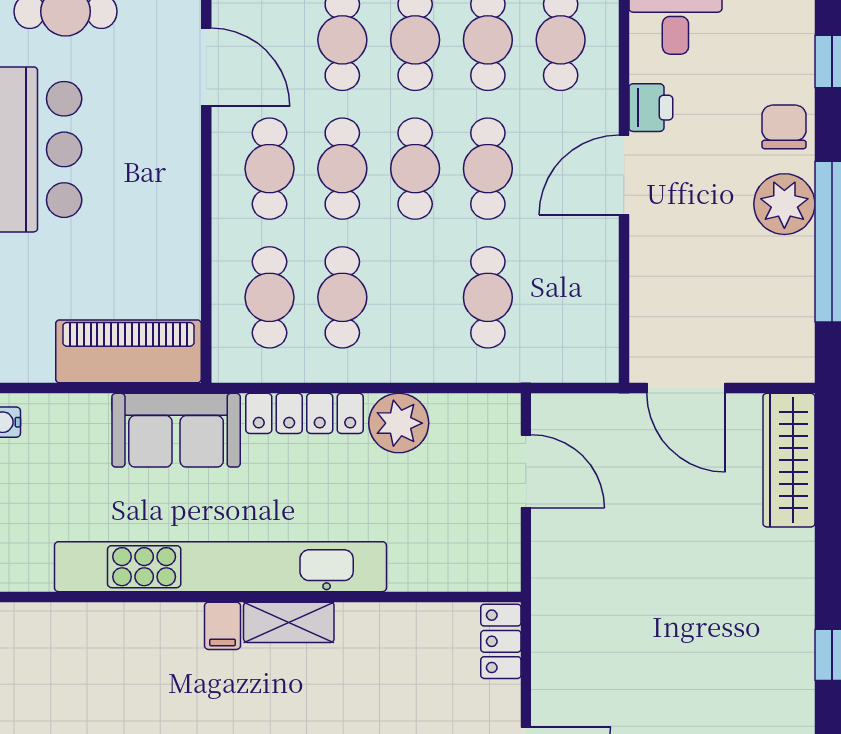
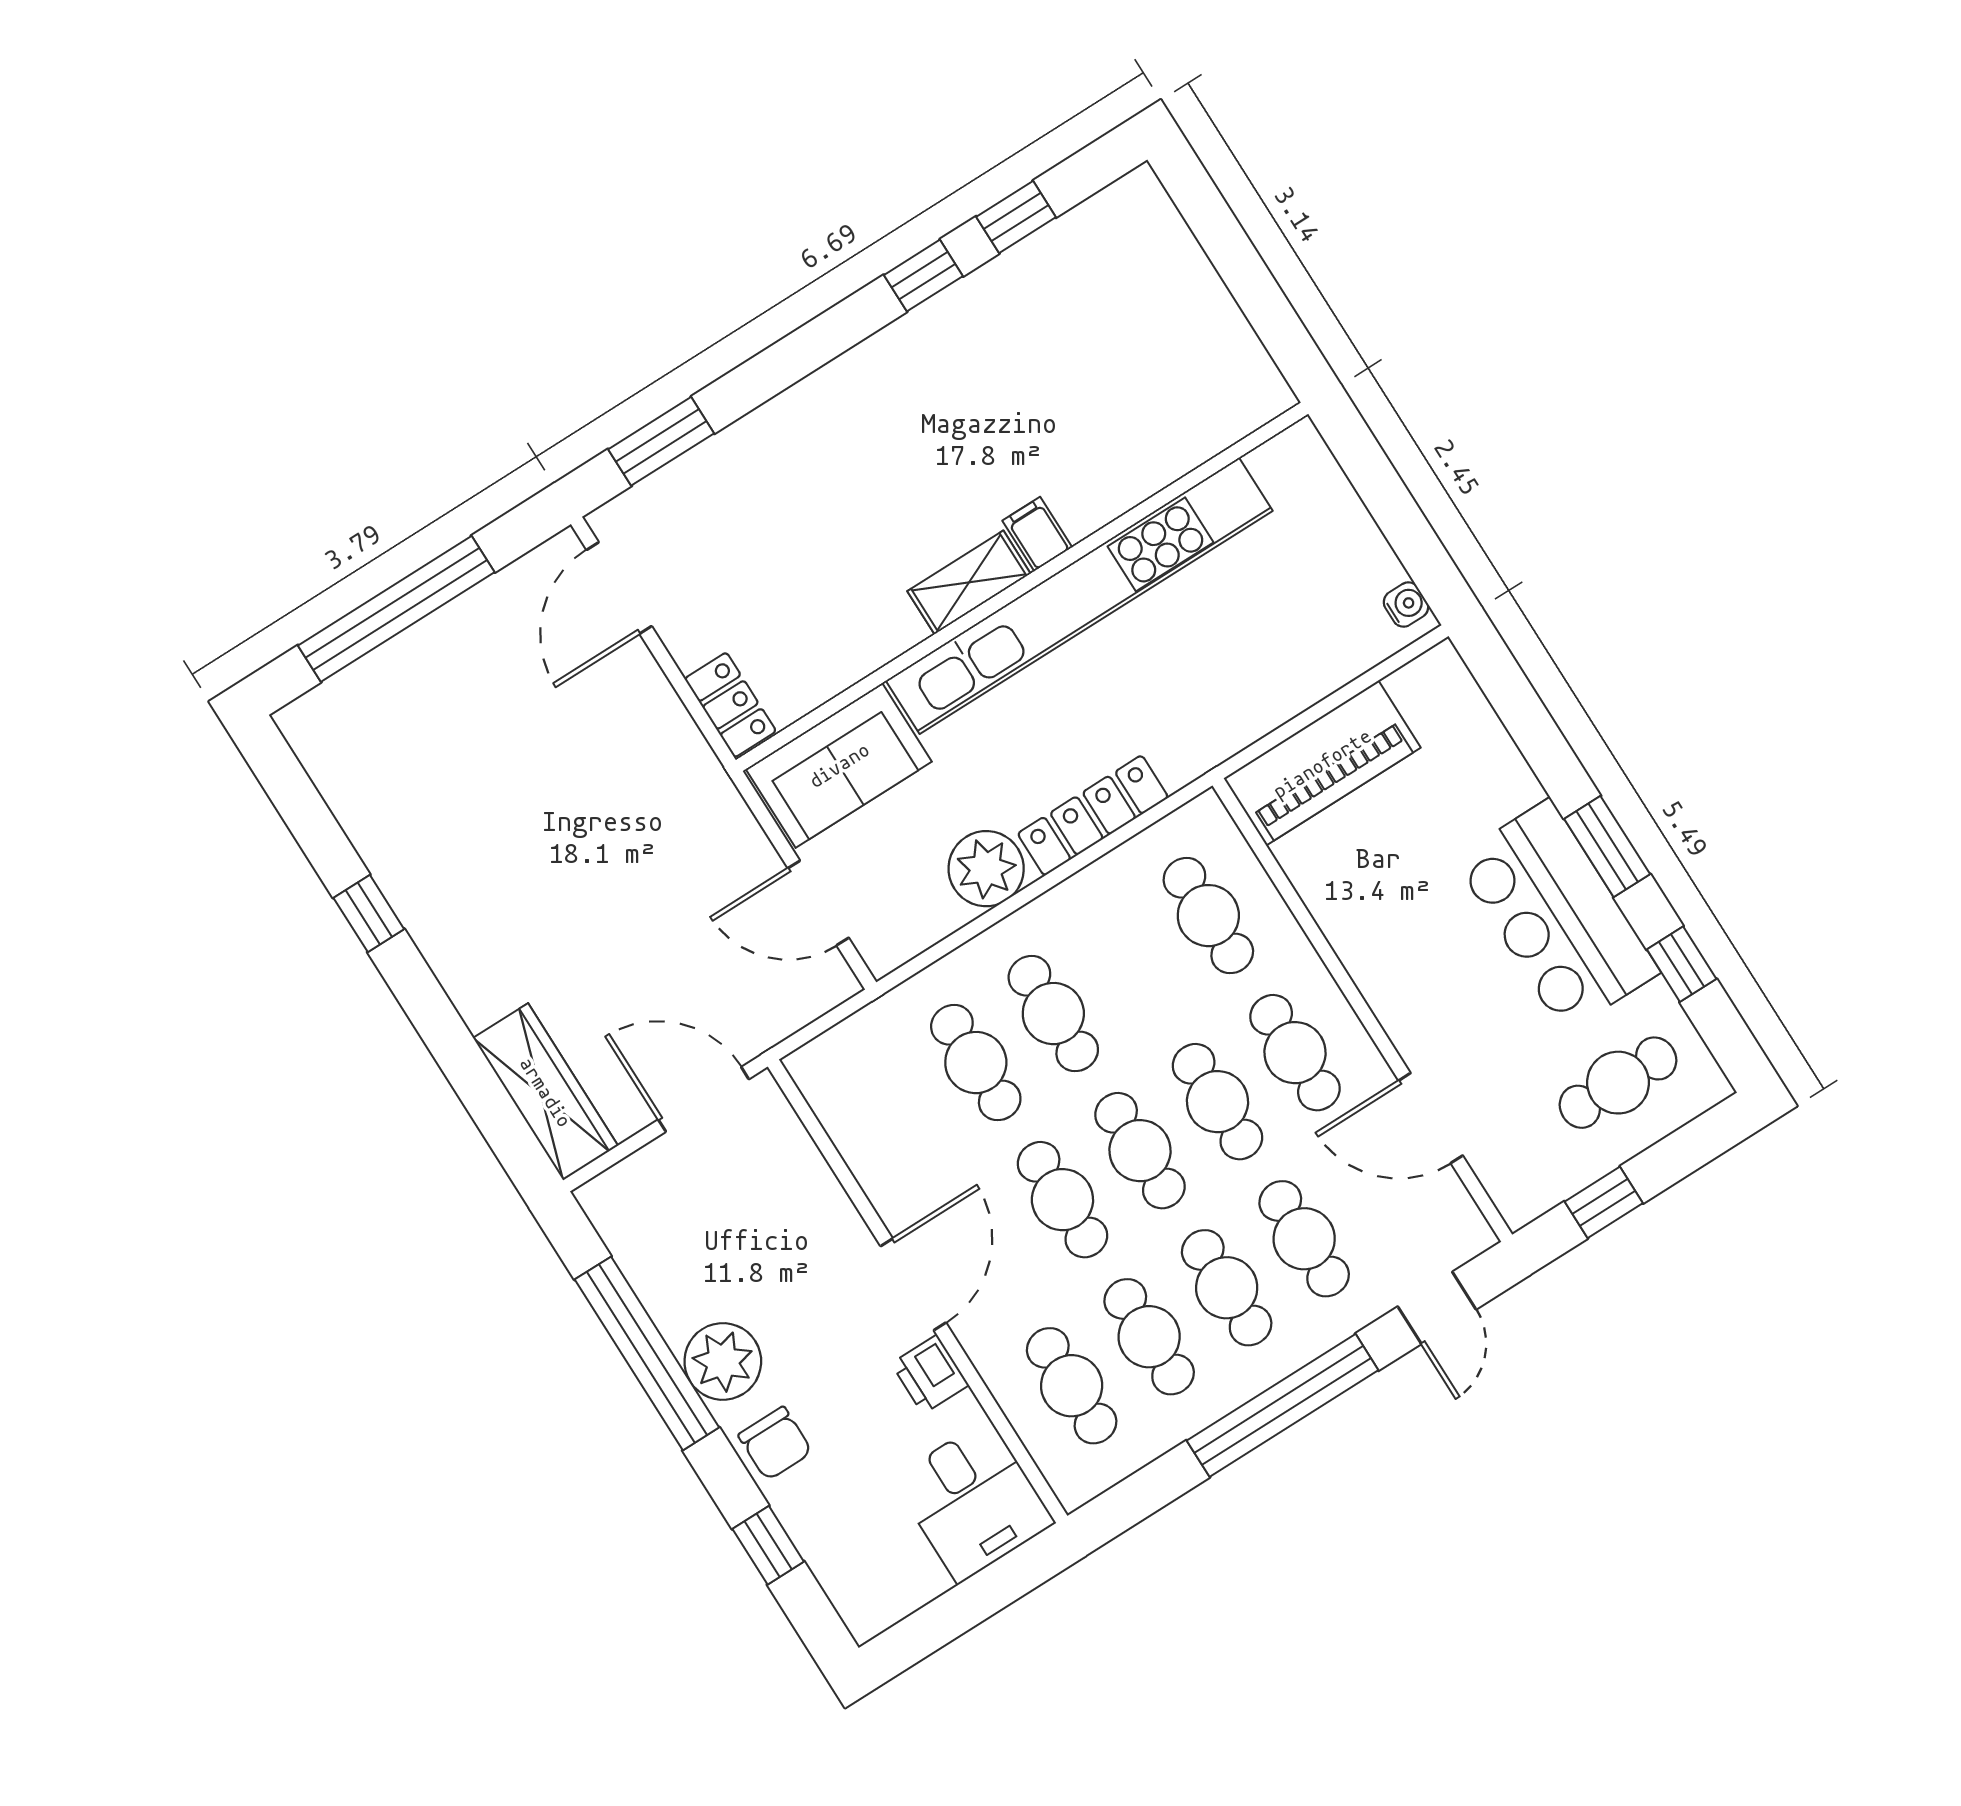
cafe table: (342, 297) -> (1053, 1014), moved
sofa: (176, 430) -> (839, 765), moved, turned 180

